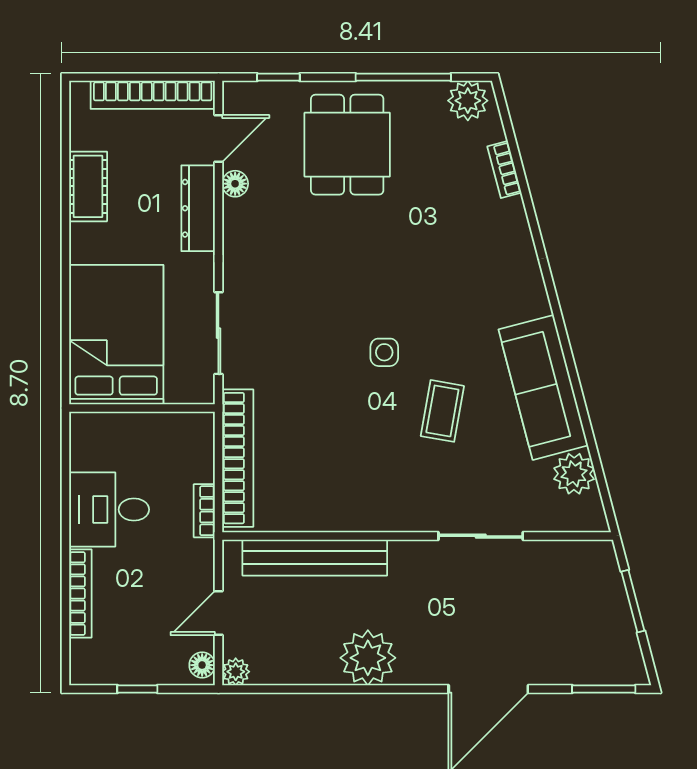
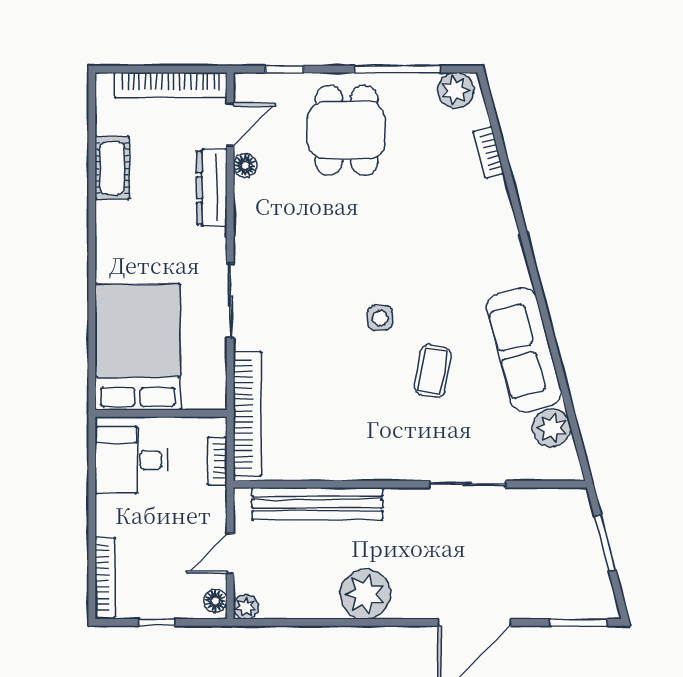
bed: (116, 335) -> (138, 347), moved
wall: (142, 408) -> (161, 413), moved
bookcase: (80, 594) -> (105, 577), moved

